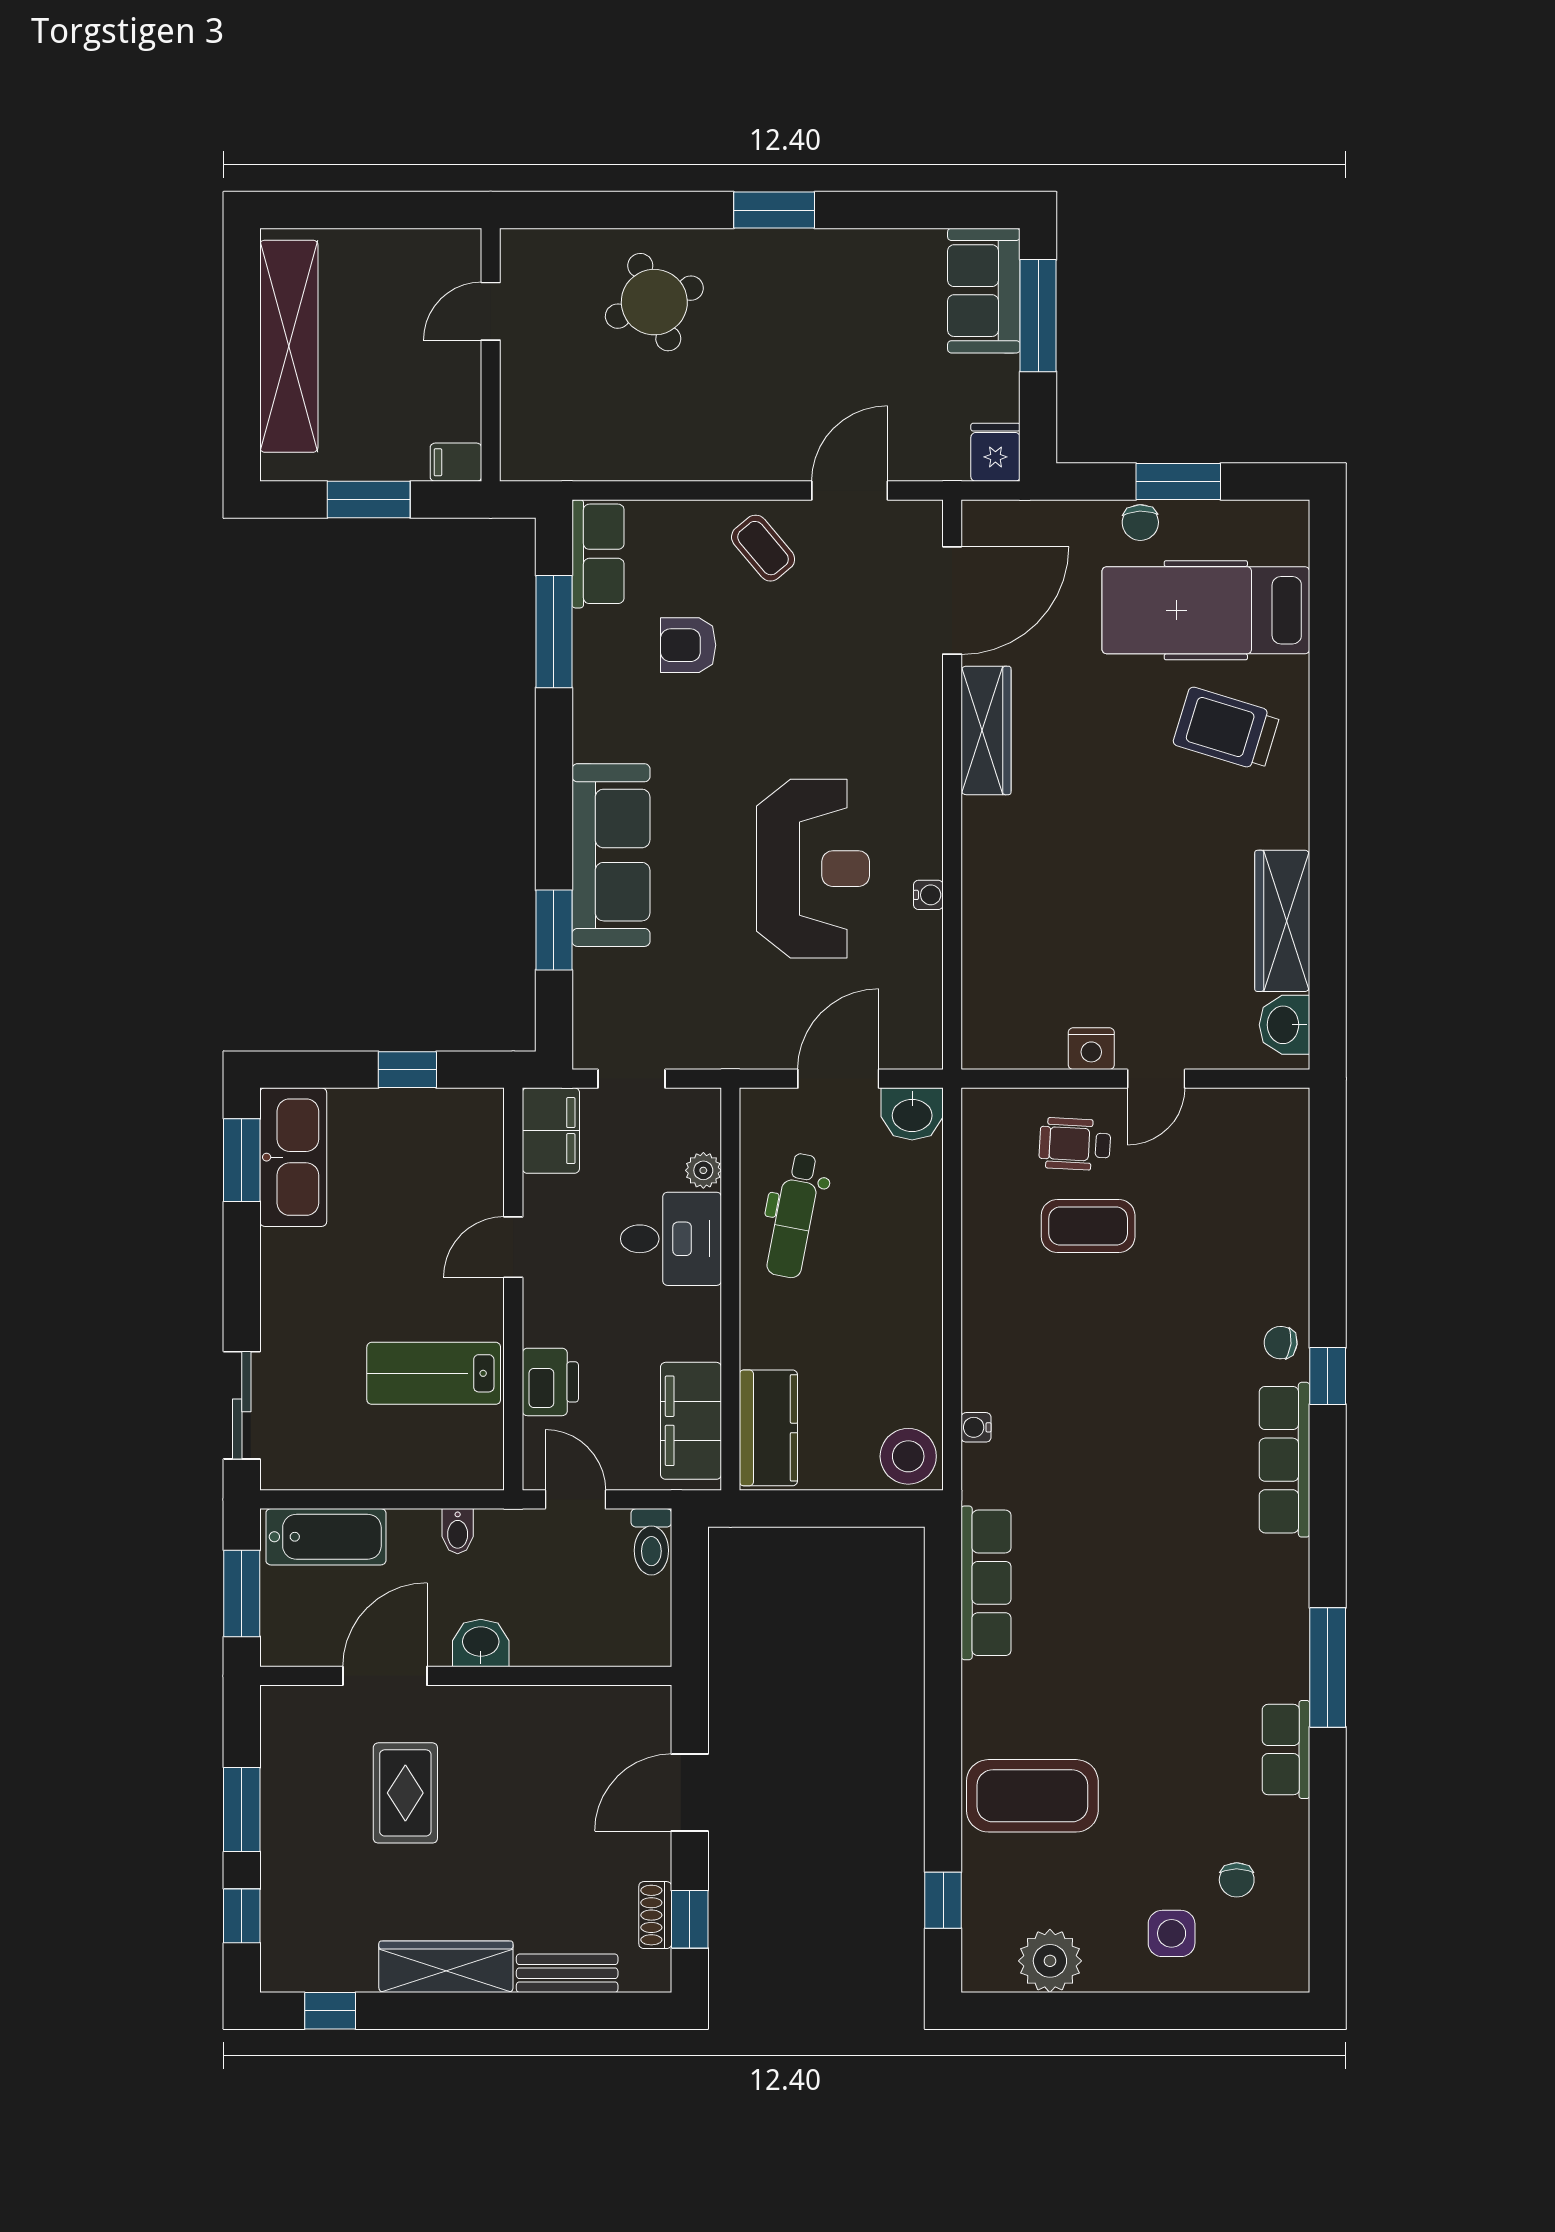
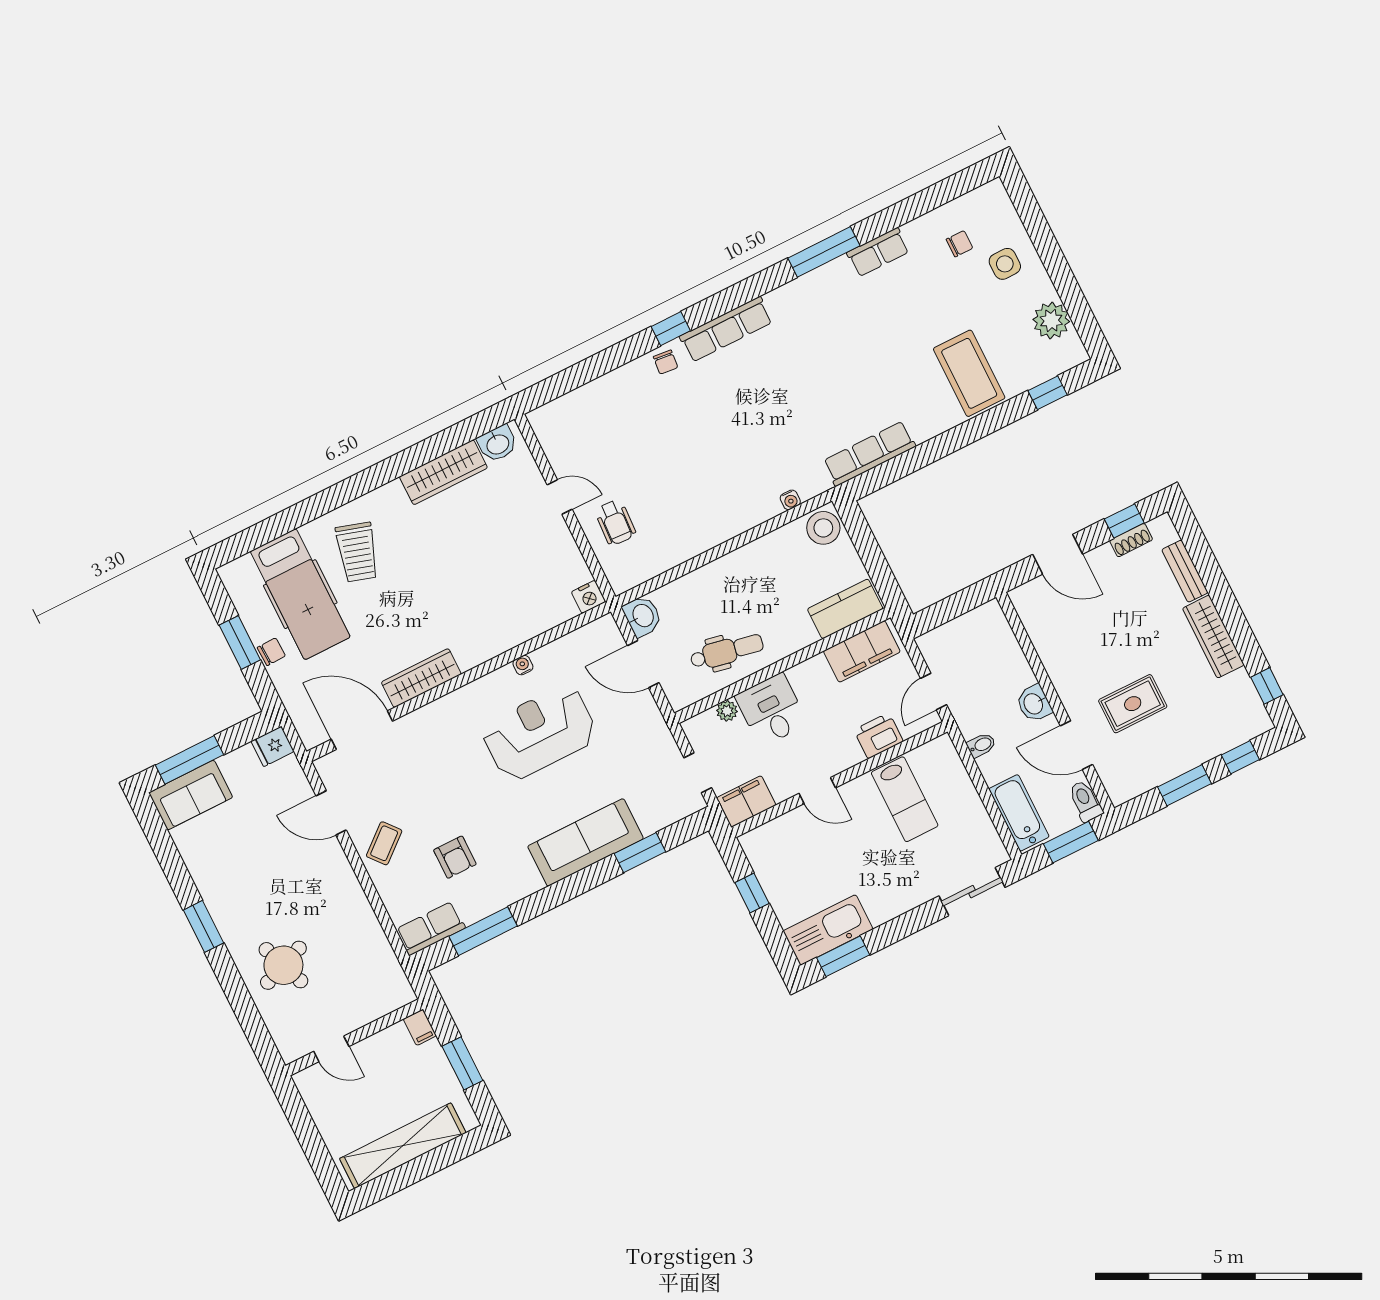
nightstand: (1091, 1049) -> (589, 597), moved, turned 90
coffee table: (1088, 1226) -> (655, 494), removed
toilet: (651, 1542) -> (1085, 801), moved, turned -90

